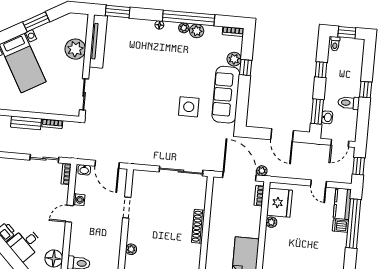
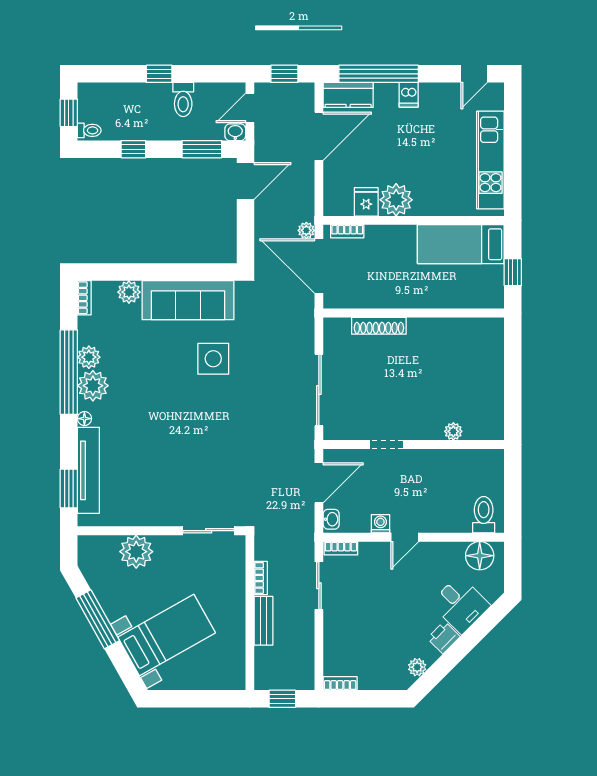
window: (36, 22) -> (98, 619), width x1.44
plant: (184, 28) -> (93, 386), width x1.88, depth x1.88
tv unit: (98, 41) -> (88, 470), moved, turned 90
window: (246, 68) -> (141, 272), removed
washbasin: (327, 117) -> (235, 132), moved
door: (282, 135) -> (246, 181), moved
door: (340, 143) -> (250, 108), swing flipped
sliding door: (181, 171) -> (319, 390), moved
door: (239, 176) -> (319, 266), hinge flipped
door: (319, 184) -> (319, 136), width x1.87
fridge: (280, 203) -> (366, 202), width x0.53, depth x0.75
door: (69, 214) -> (405, 537), hinge flipped
plant: (271, 222) -> (396, 200), width x1.87, depth x1.87
shoe rack: (198, 226) -> (379, 326), moved
dishwasher: (340, 226) -> (409, 95), moved

